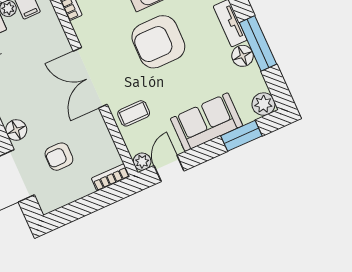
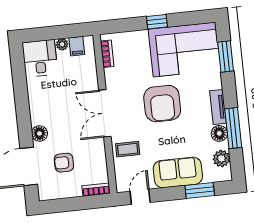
armchair: (158, 42) -> (162, 104), turned -90
plant: (263, 104) -> (221, 159), moved
plant: (142, 162) -> (122, 186), removed

